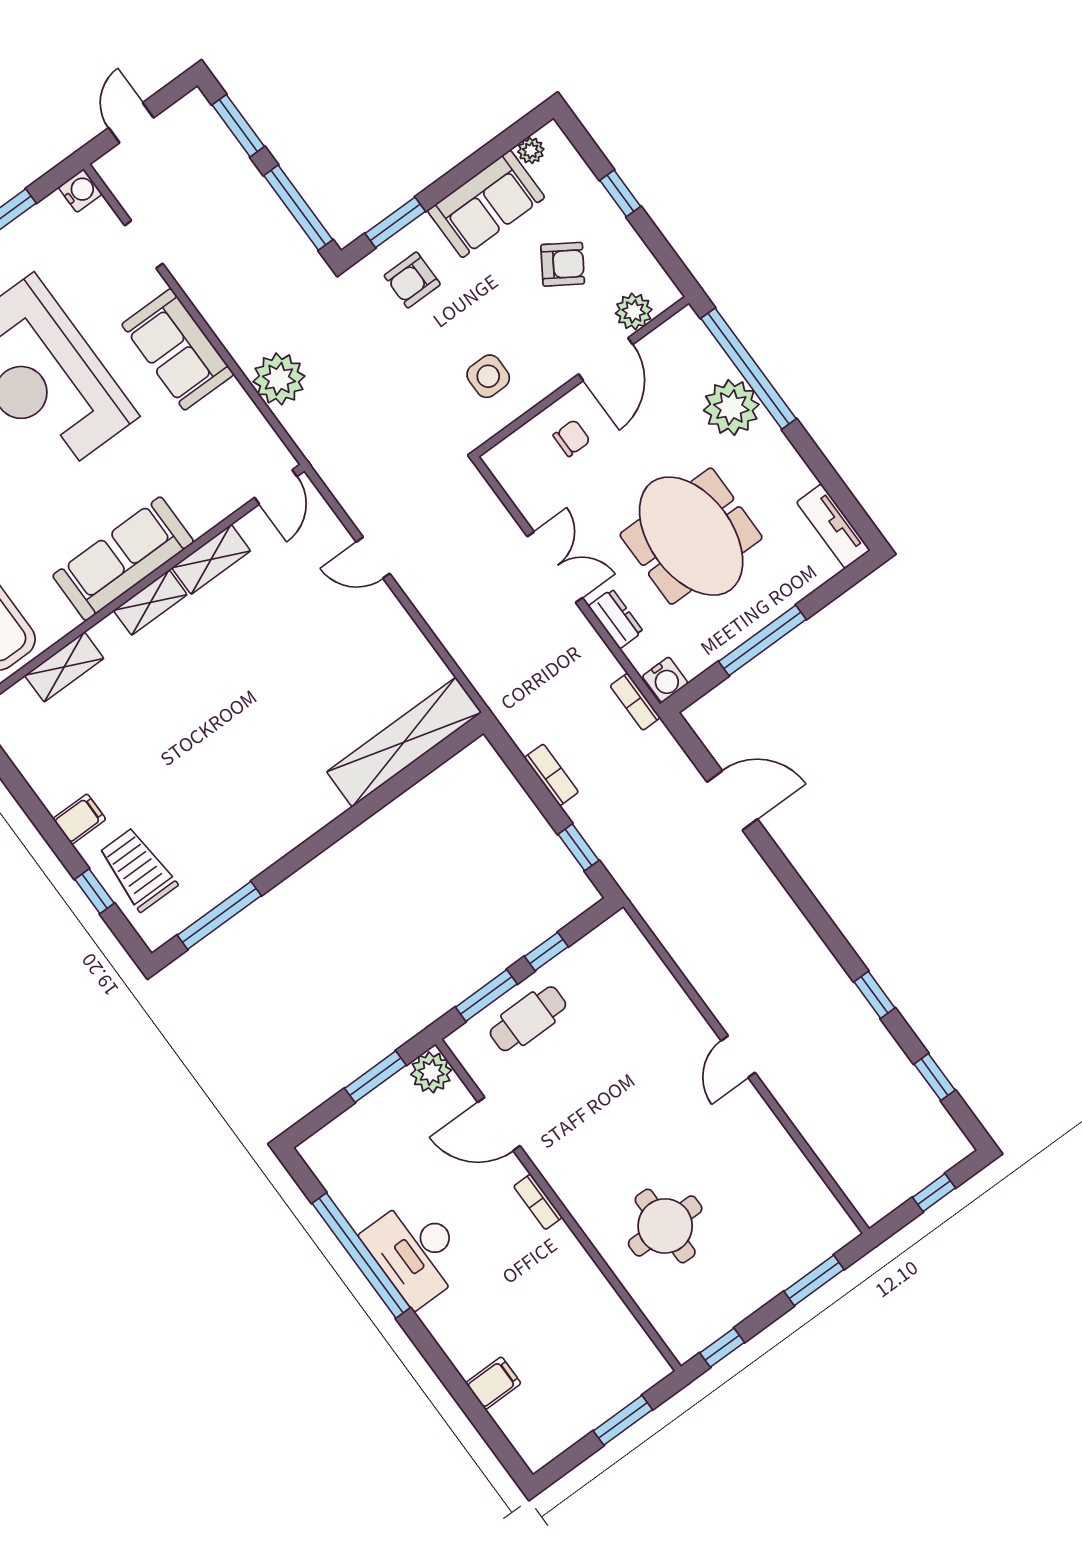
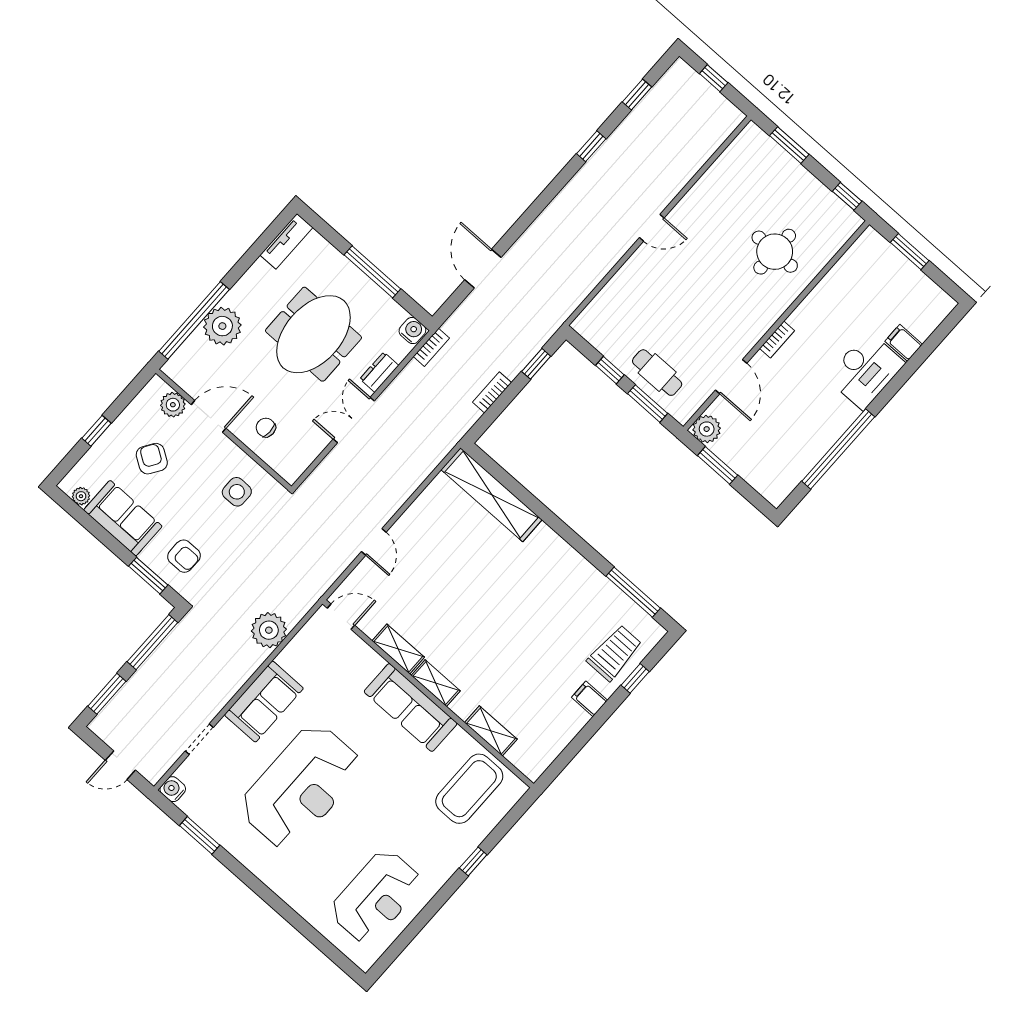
trolley: (138, 869) -> (614, 653), turned 180
desk: (416, 1252) -> (866, 370), moved

